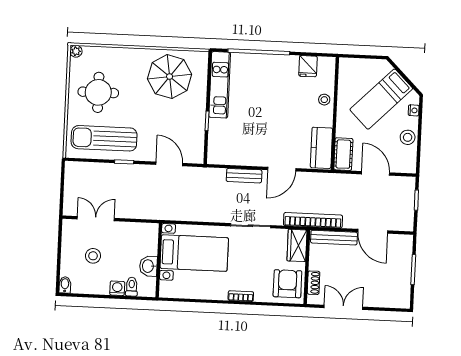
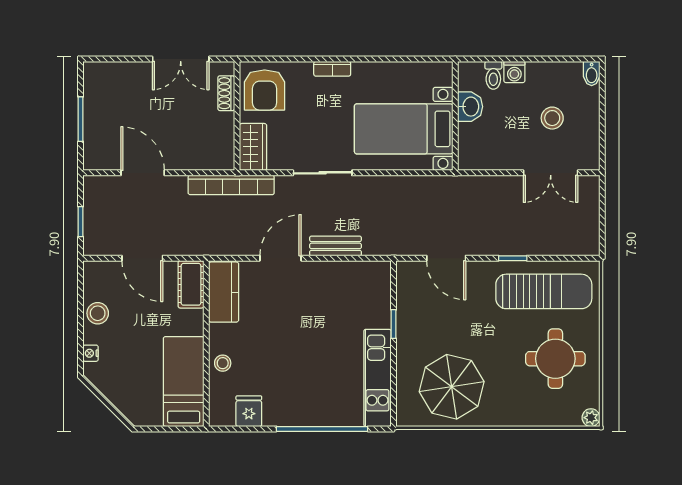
bed: (381, 99) -> (184, 382), moved, turned -45
bench: (334, 238) -> (199, 161), removed

